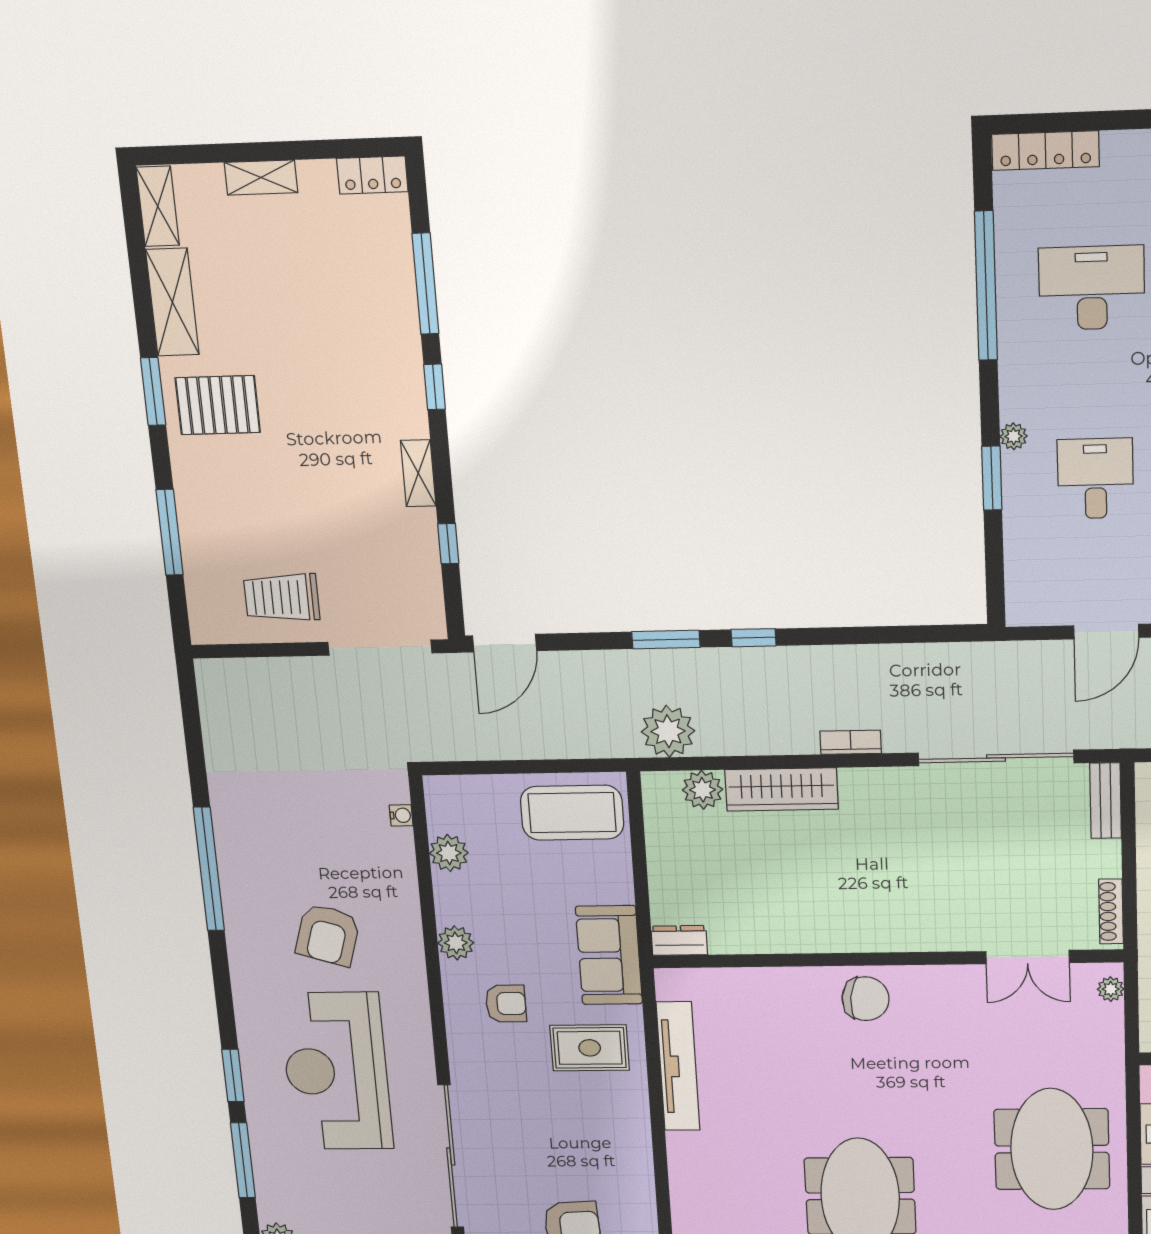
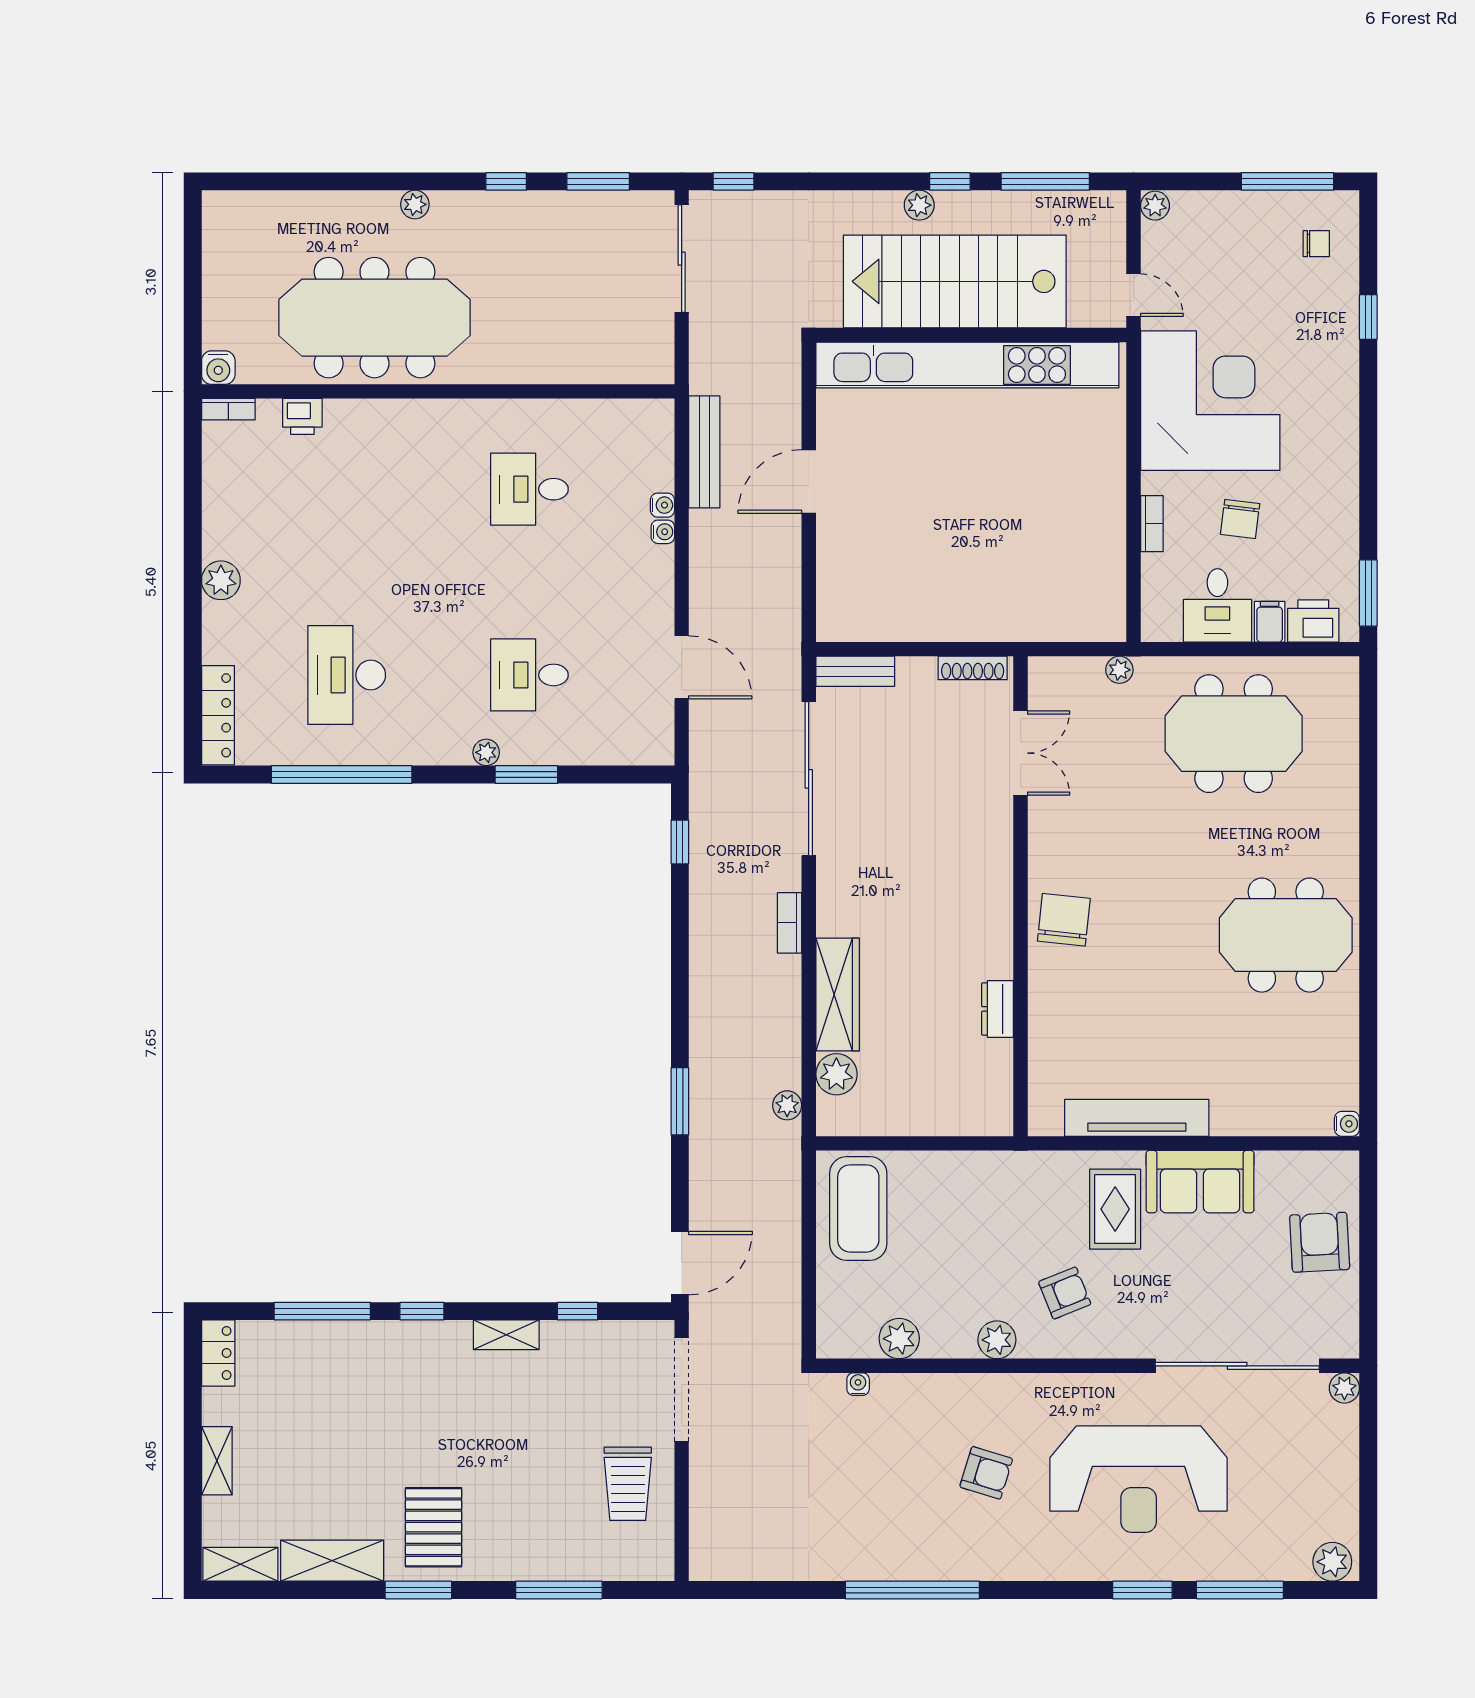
window: (754, 638) -> (680, 842), moved
door: (505, 643) -> (680, 1263), hinge flipped
plant: (668, 731) -> (787, 1105), width x0.53, depth x0.53
armchair: (328, 935) -> (986, 1473), width x0.72, depth x0.72
dresser: (679, 940) -> (998, 1009), moved
sofa: (609, 955) -> (1200, 1182), moved
plant: (1111, 989) -> (1119, 670), moved
armchair: (506, 1004) -> (1065, 1293), turned 68

